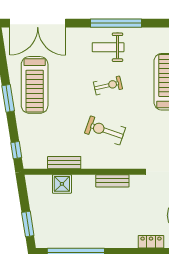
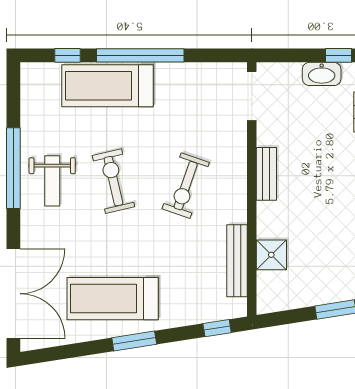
treadmill: (35, 85) -> (113, 299), turned 180
exercise bike: (108, 85) -> (113, 181), width x1.38, depth x1.39
bench: (64, 163) -> (237, 261), width x1.36

